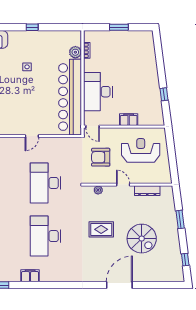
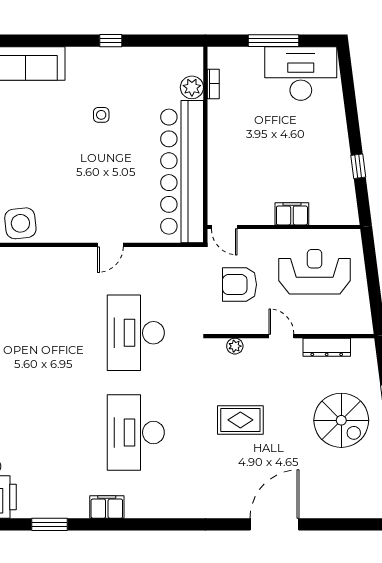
window: (119, 27) -> (273, 41), width x1.44
desk: (98, 92) -> (301, 74), moved, turned 90
spiral stairs: (142, 239) -> (341, 420), moved

